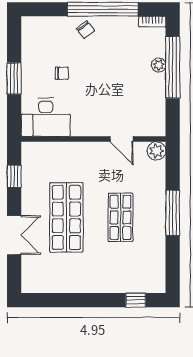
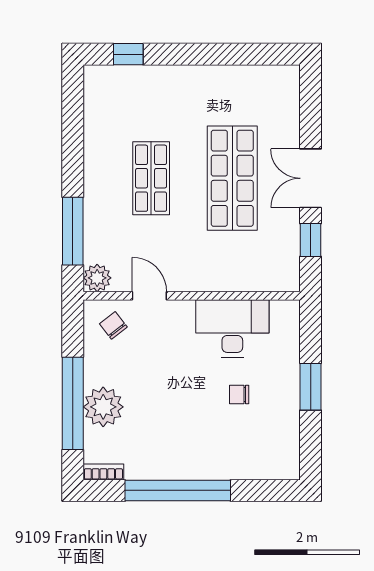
chair: (85, 30) -> (113, 325), moved
plant: (159, 65) -> (103, 407), width x1.88, depth x1.88
desk: (46, 117) -> (232, 328), moved
window: (173, 213) -> (73, 231), moved
double door: (14, 235) -> (311, 178), moved

